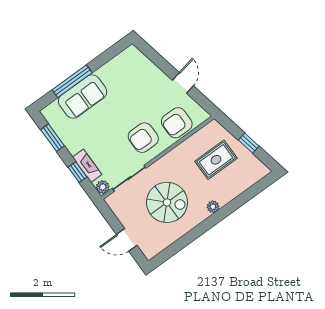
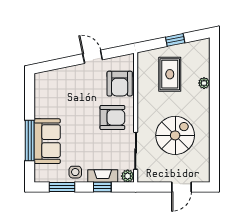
armchair: (143, 138) -> (112, 117), turned -90
side table: (74, 140) -> (75, 172), added
plant: (213, 207) -> (204, 83), moved

